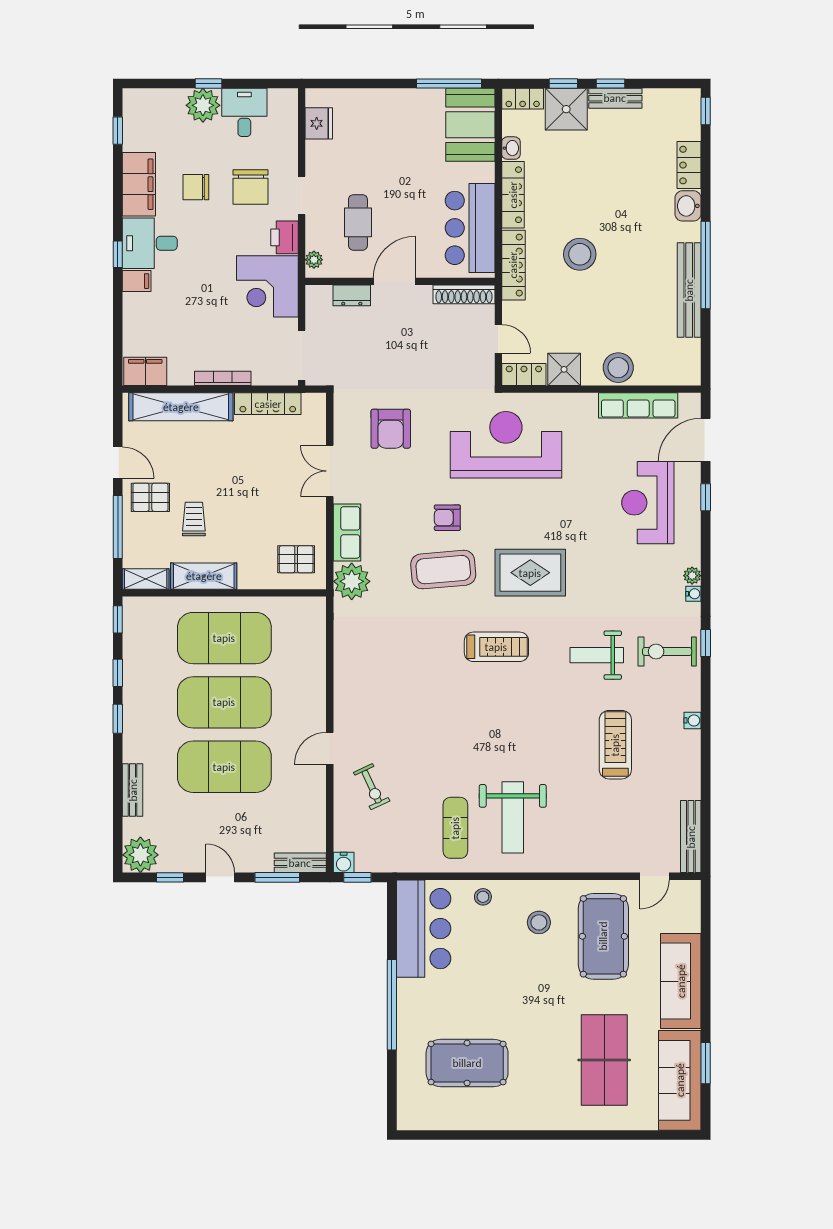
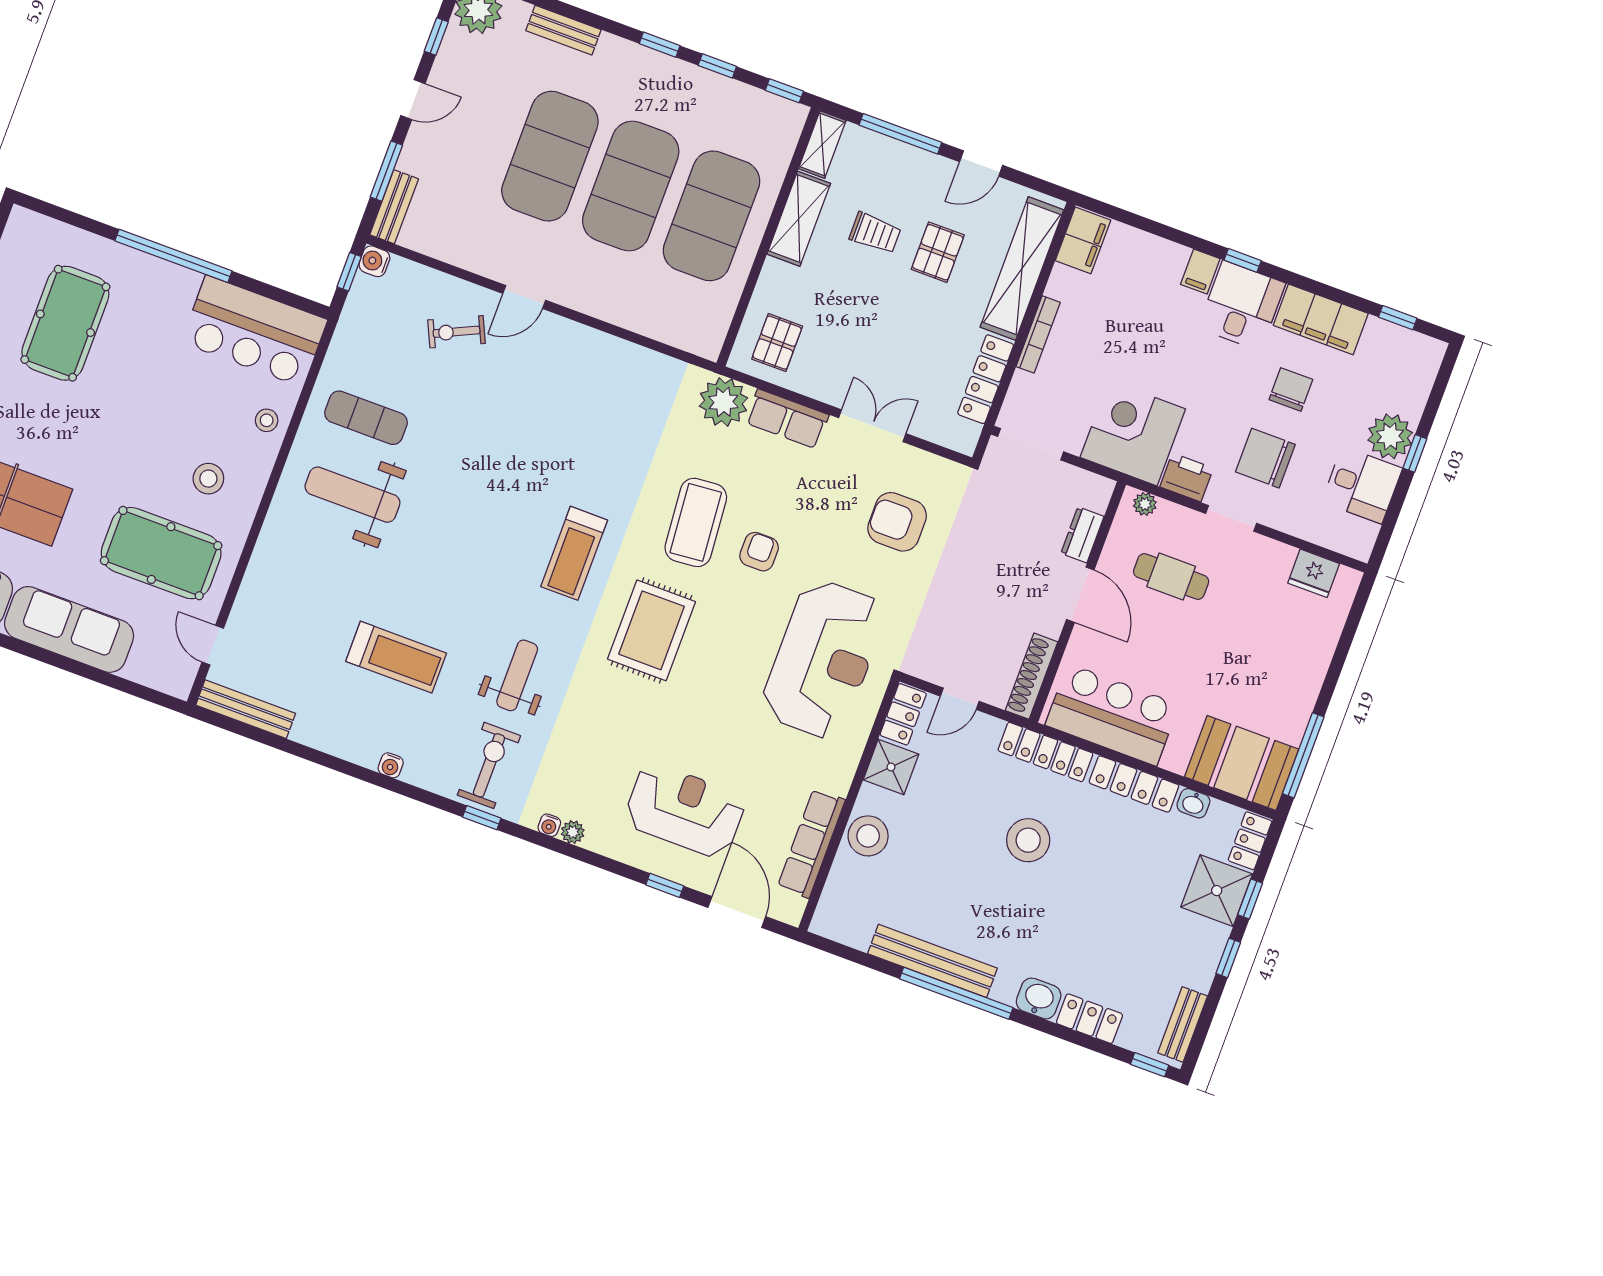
bench: (615, 98) -> (1183, 1024), moved
pallet: (150, 497) -> (938, 252), moved
door: (330, 748) -> (524, 297), swing flipped

